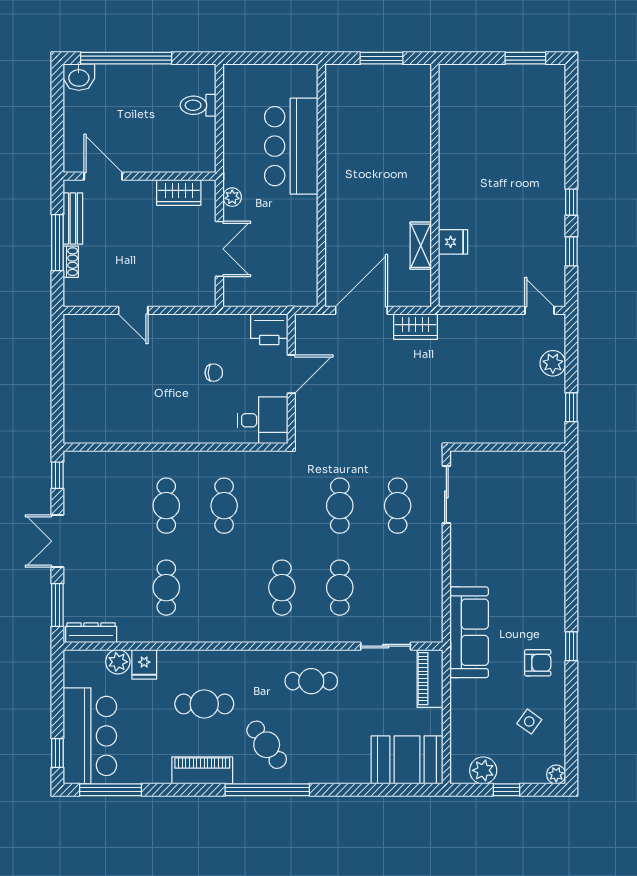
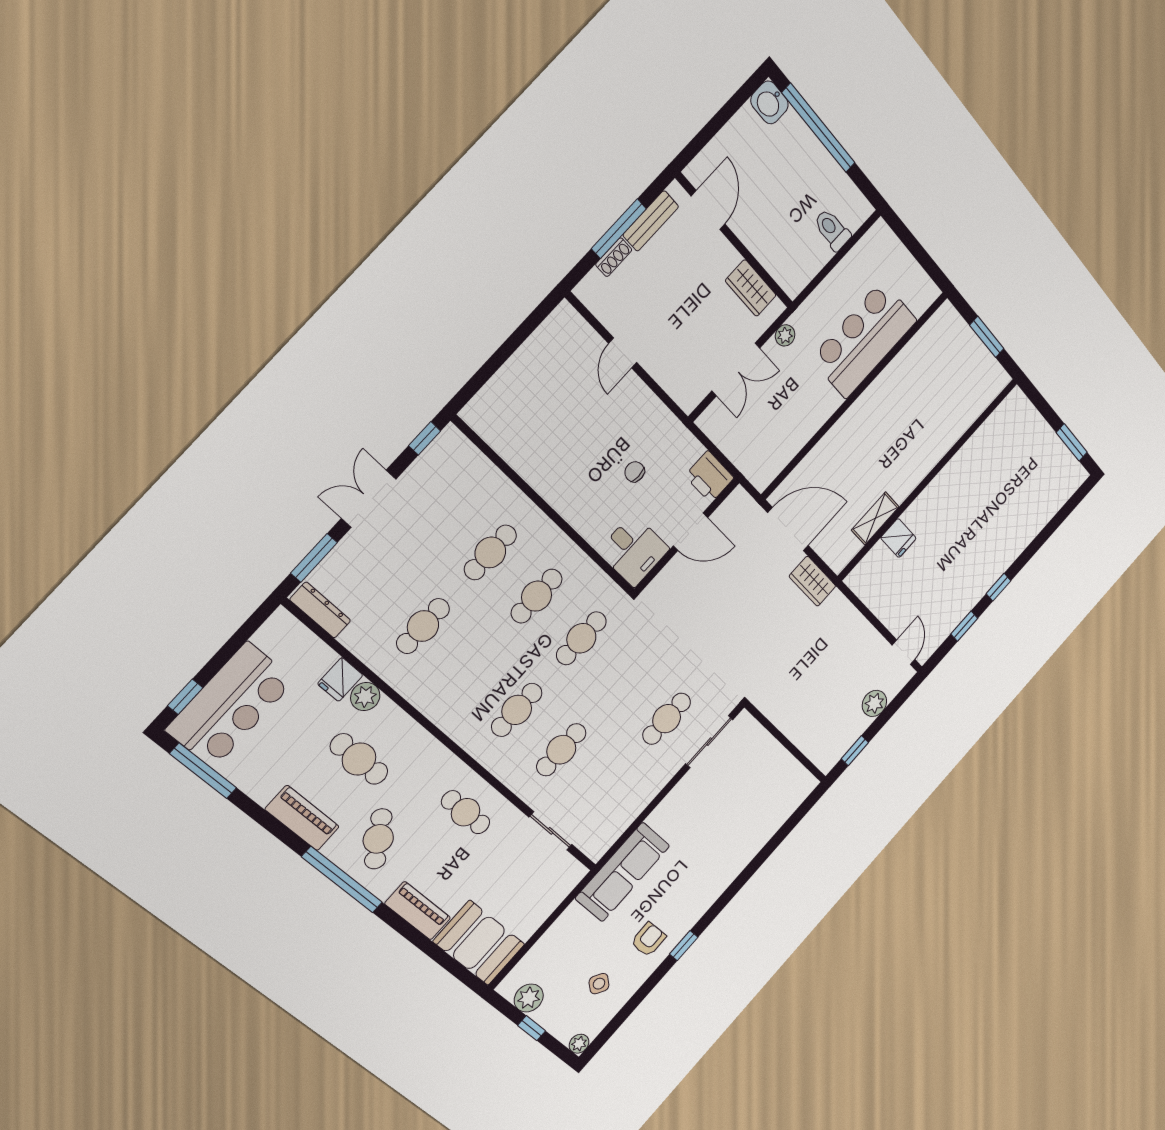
chair: (214, 373) -> (635, 472), turned 180
cafe table: (340, 506) -> (581, 638), moved
plant: (118, 662) -> (365, 697), moved
armchair: (538, 663) -> (648, 939), turned -91
piano: (430, 679) -> (418, 911), moved, turned 90

